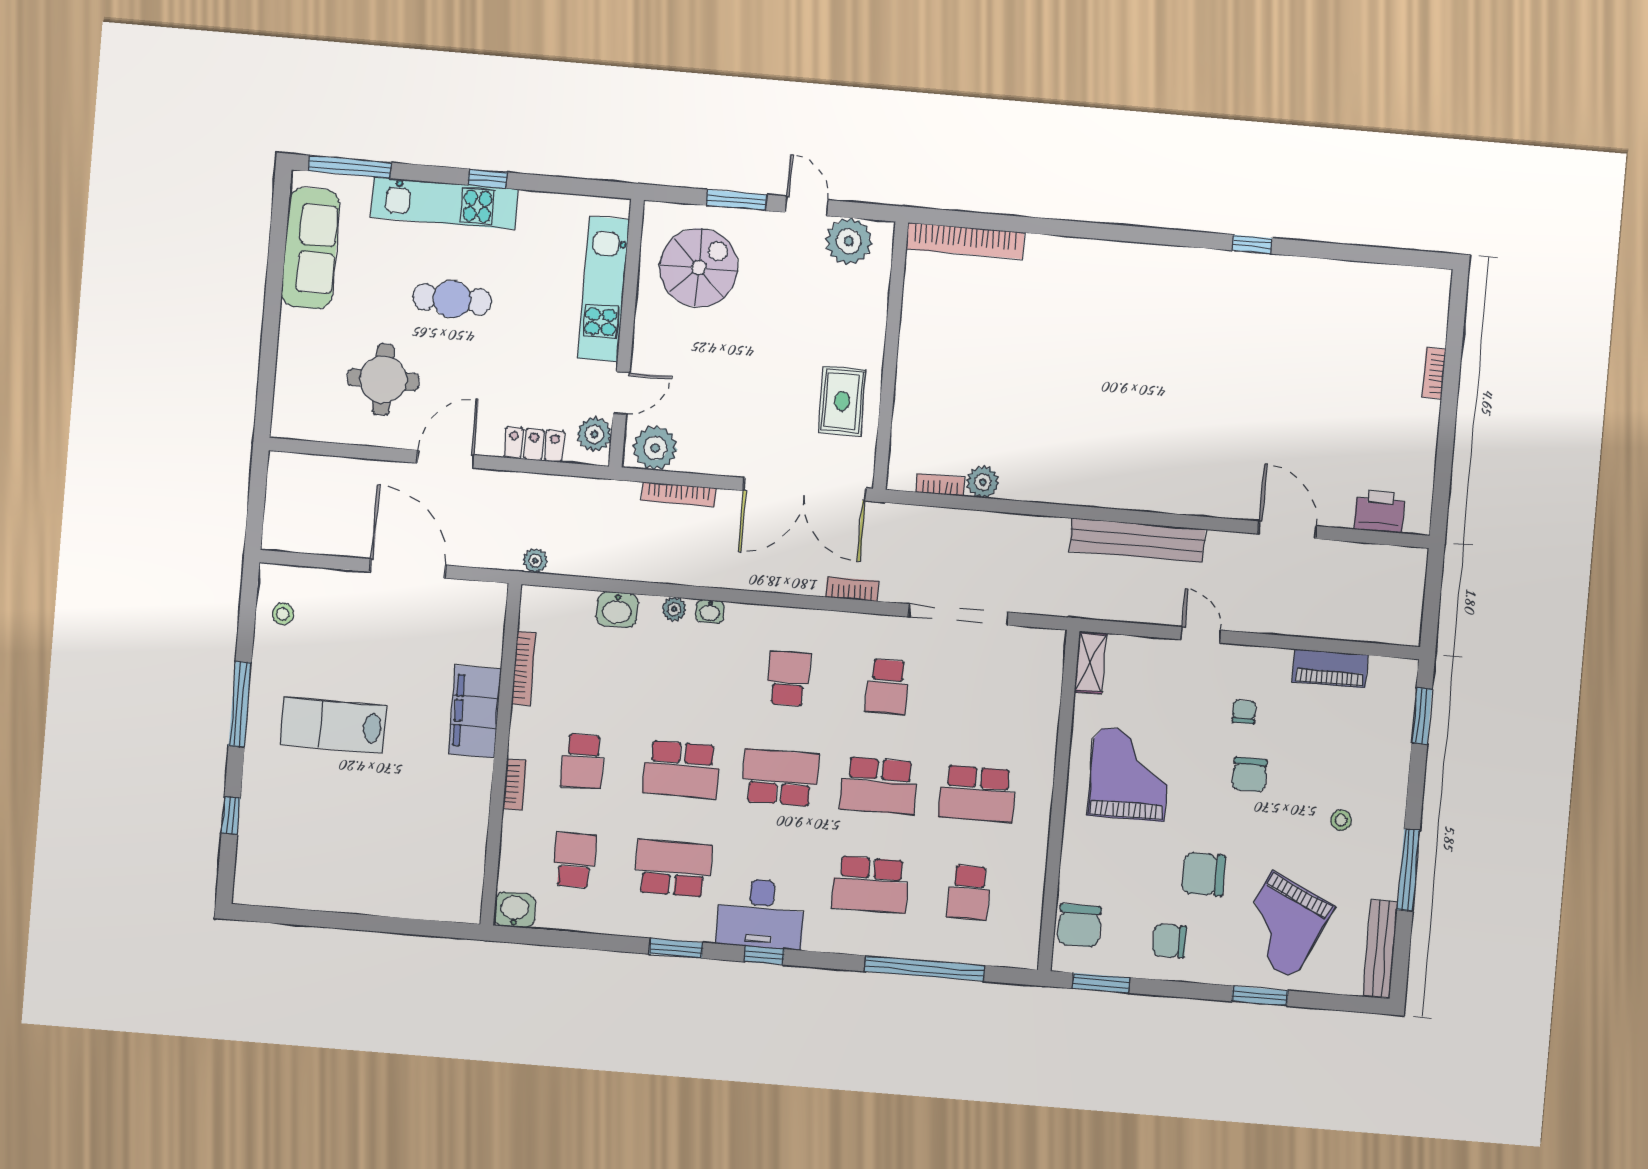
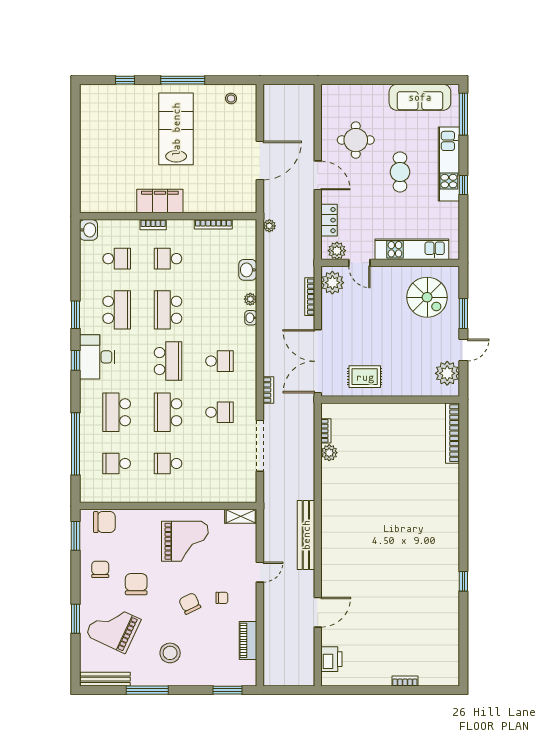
school desk: (887, 687) -> (219, 412), turned 180
filing cabinet: (475, 712) -> (160, 201), moved
lab bench: (333, 725) -> (176, 129), width x1.36, depth x1.39
chair: (1250, 774) -> (190, 603), turned 64
school desk: (977, 794) -> (168, 463), width x0.54
stool: (1341, 820) -> (170, 653), width x1.89, depth x1.89
chair: (1079, 926) -> (104, 522), turned 180

